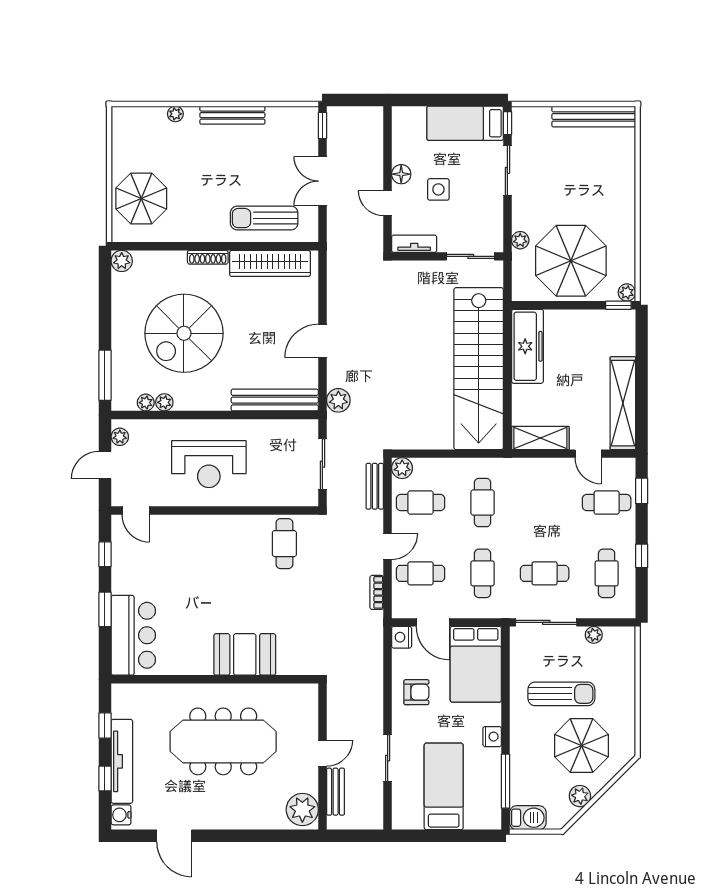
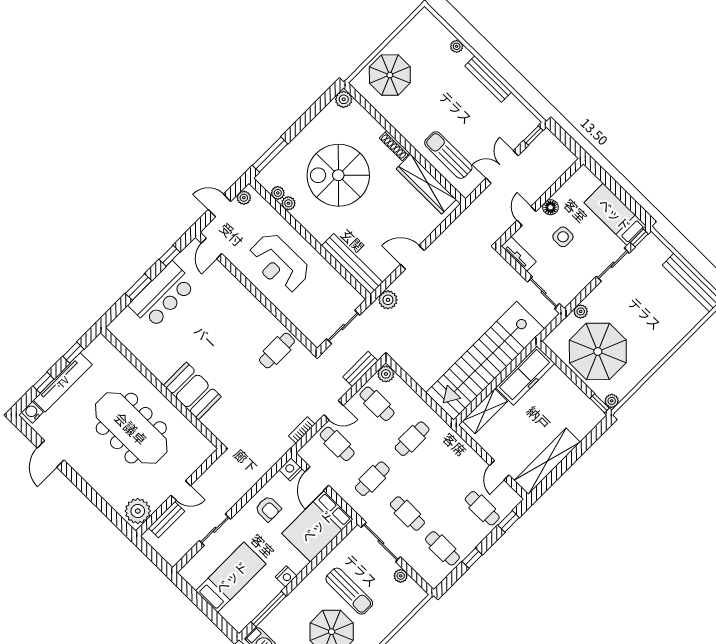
shelving: (540, 438) -> (485, 411), moved, turned 90
cafe table: (607, 573) -> (442, 548), turned 90
bar counter: (133, 635) -> (162, 295), moved

